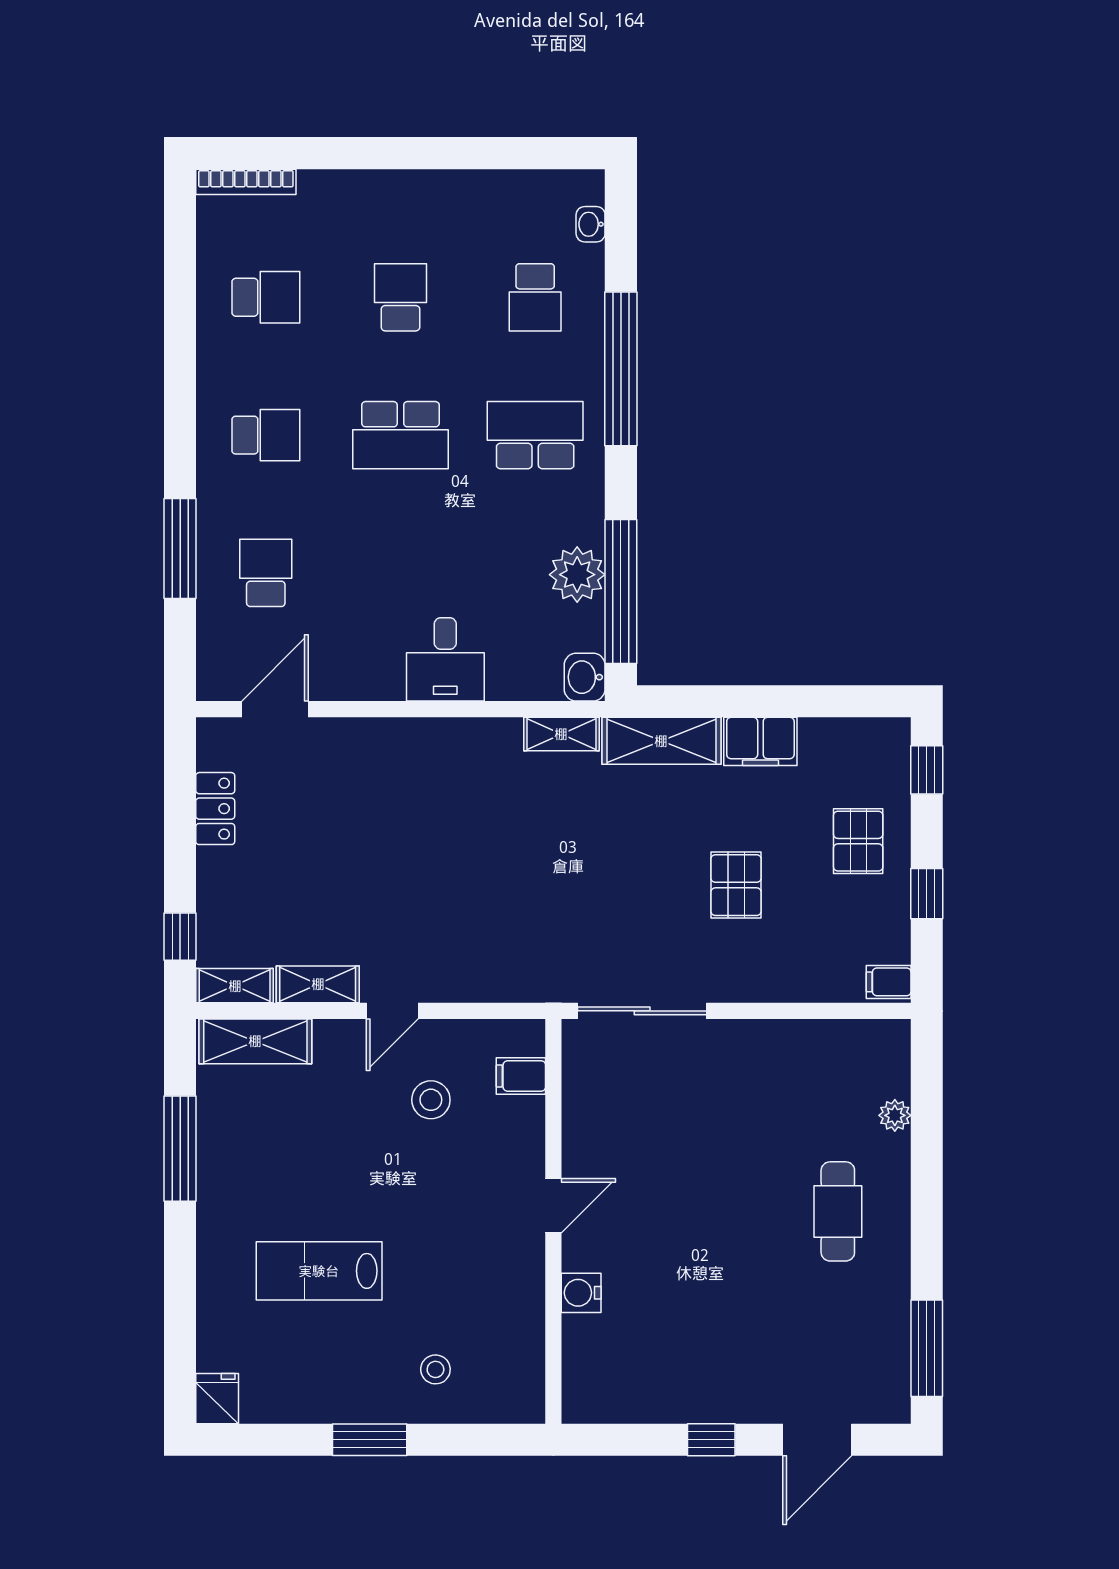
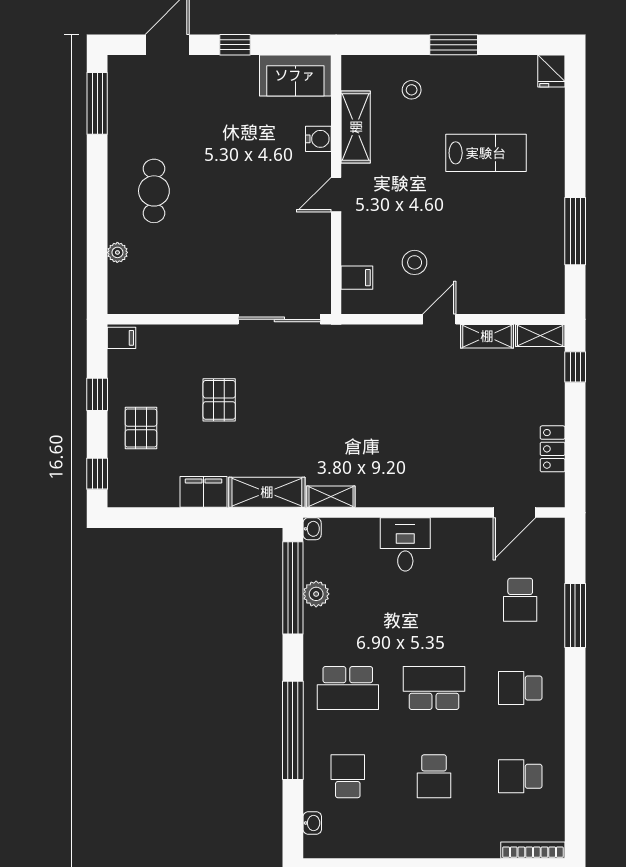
plant: (577, 575) -> (316, 594), width x0.73, depth x0.73
washbasin: (585, 677) -> (312, 529), width x0.72, depth x0.69
shelving: (255, 1041) -> (356, 127), moved, turned 90
sofa: (617, 1392) -> (295, 75), added

